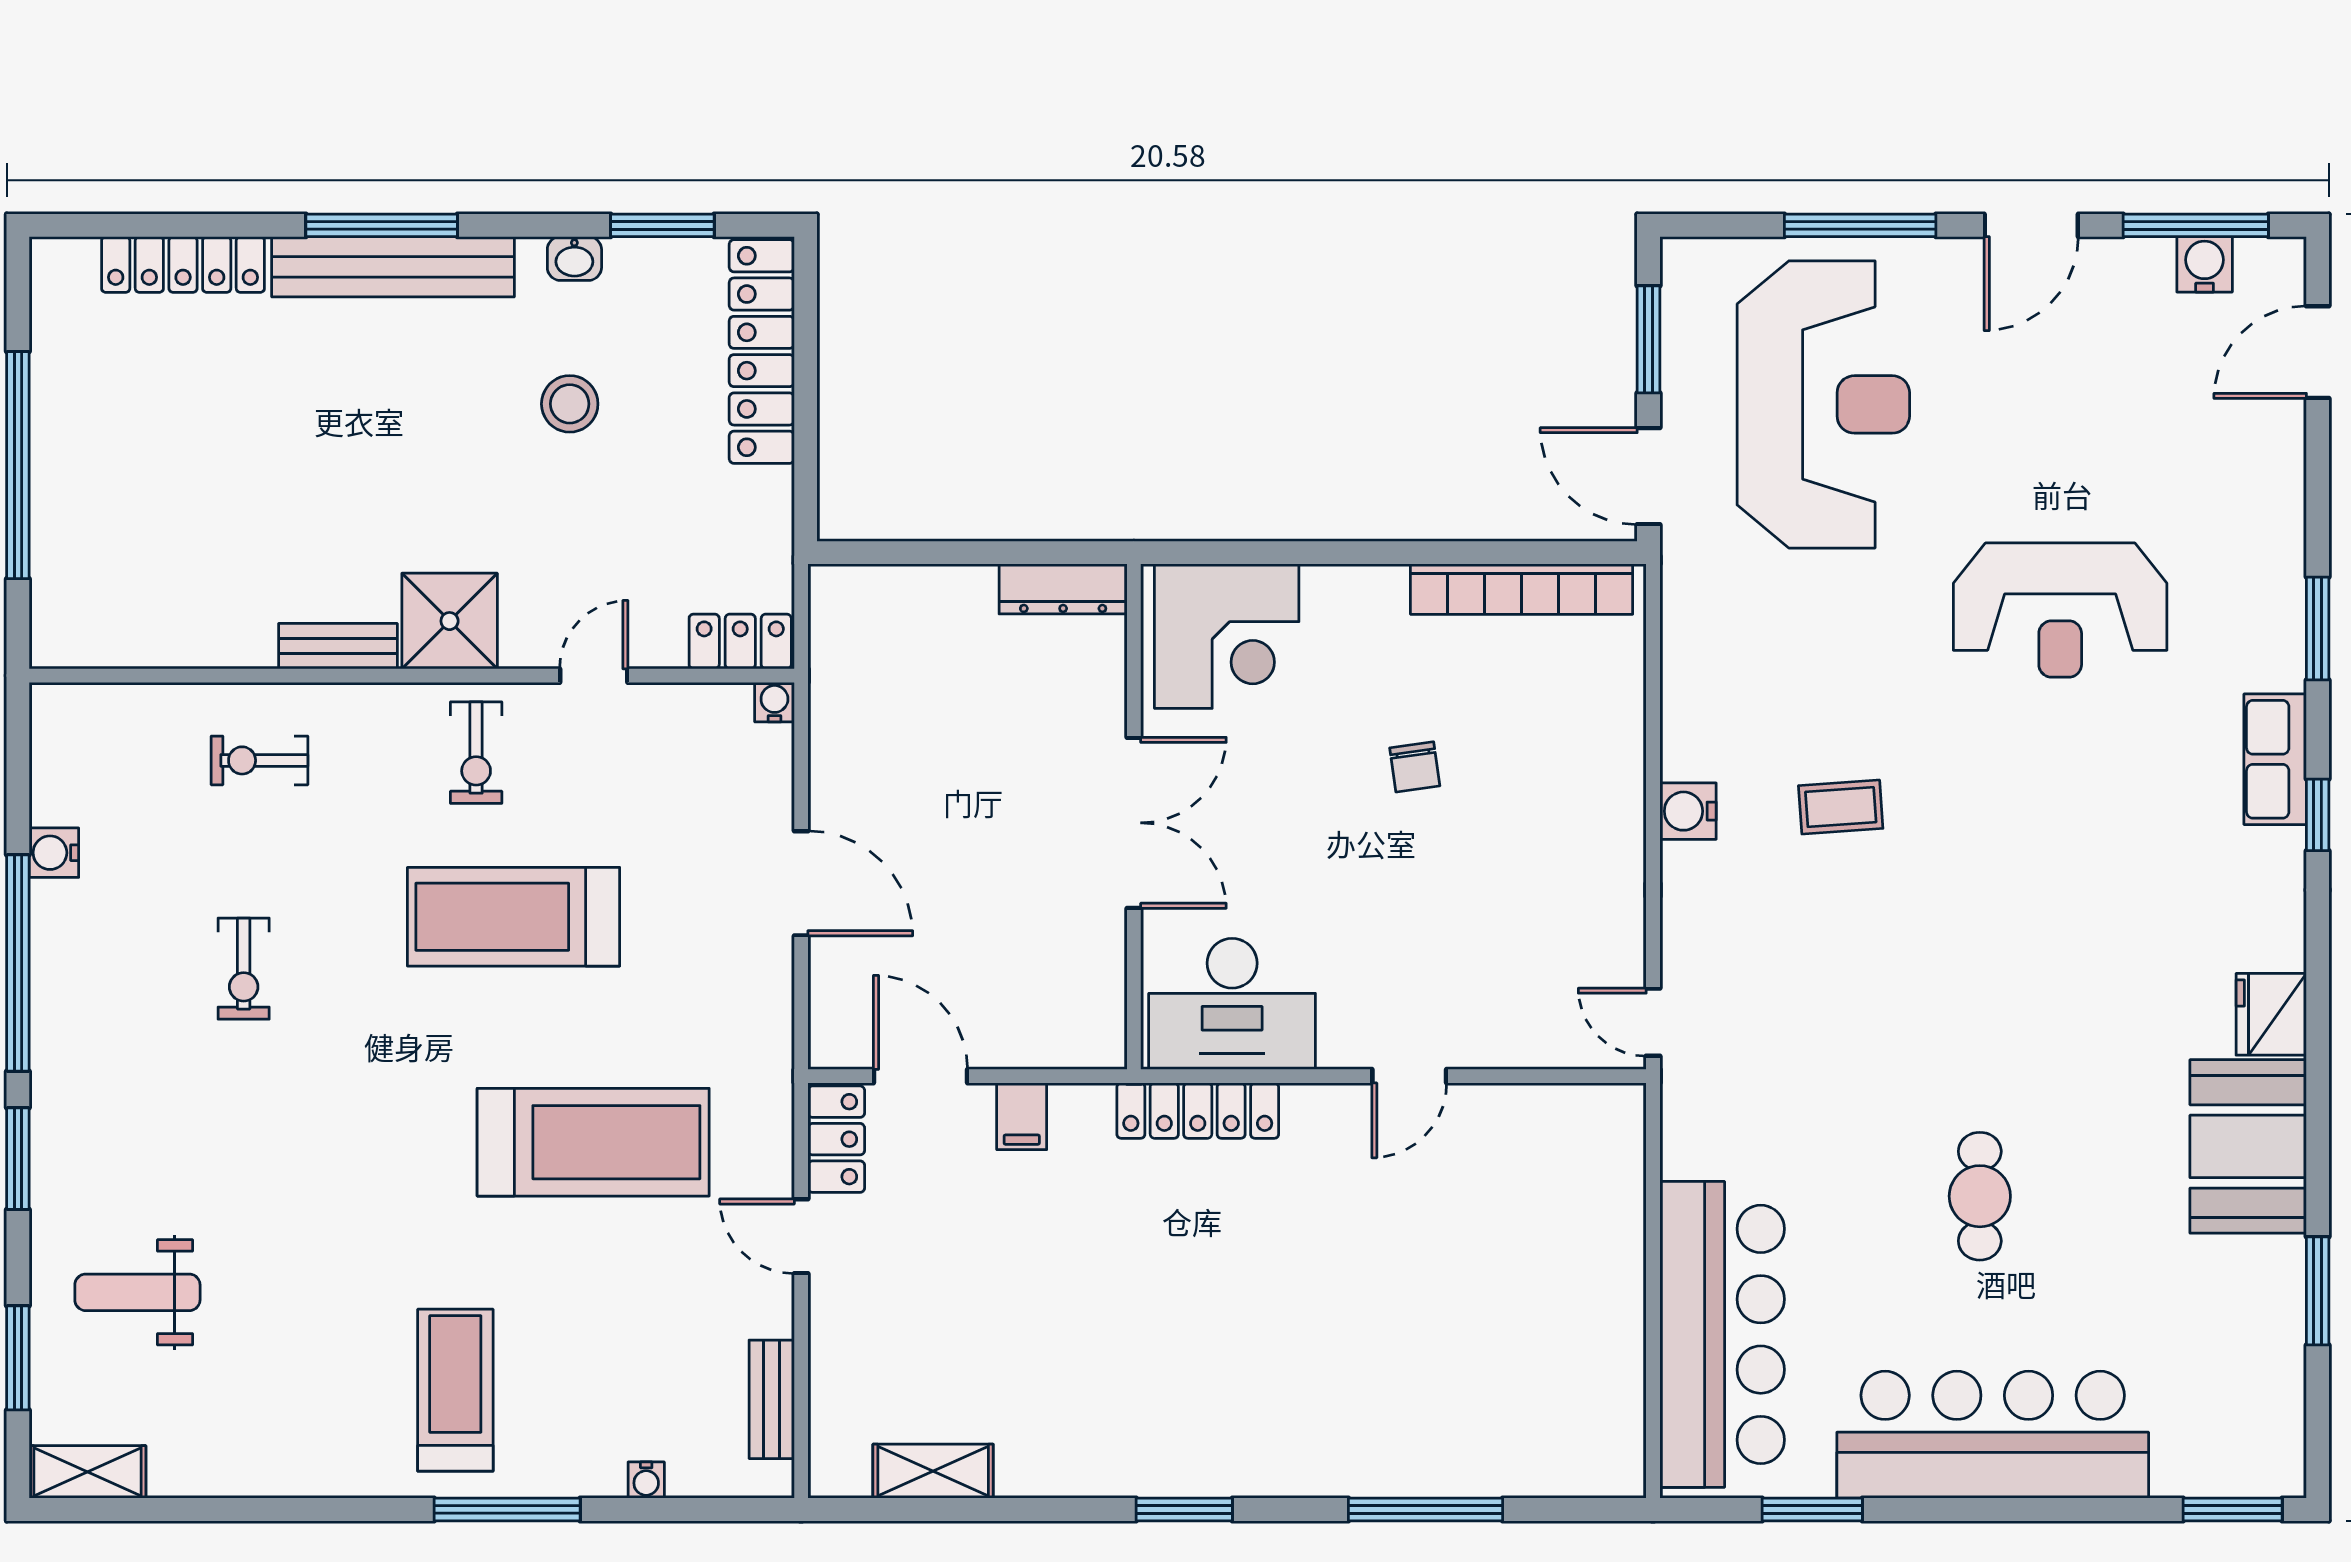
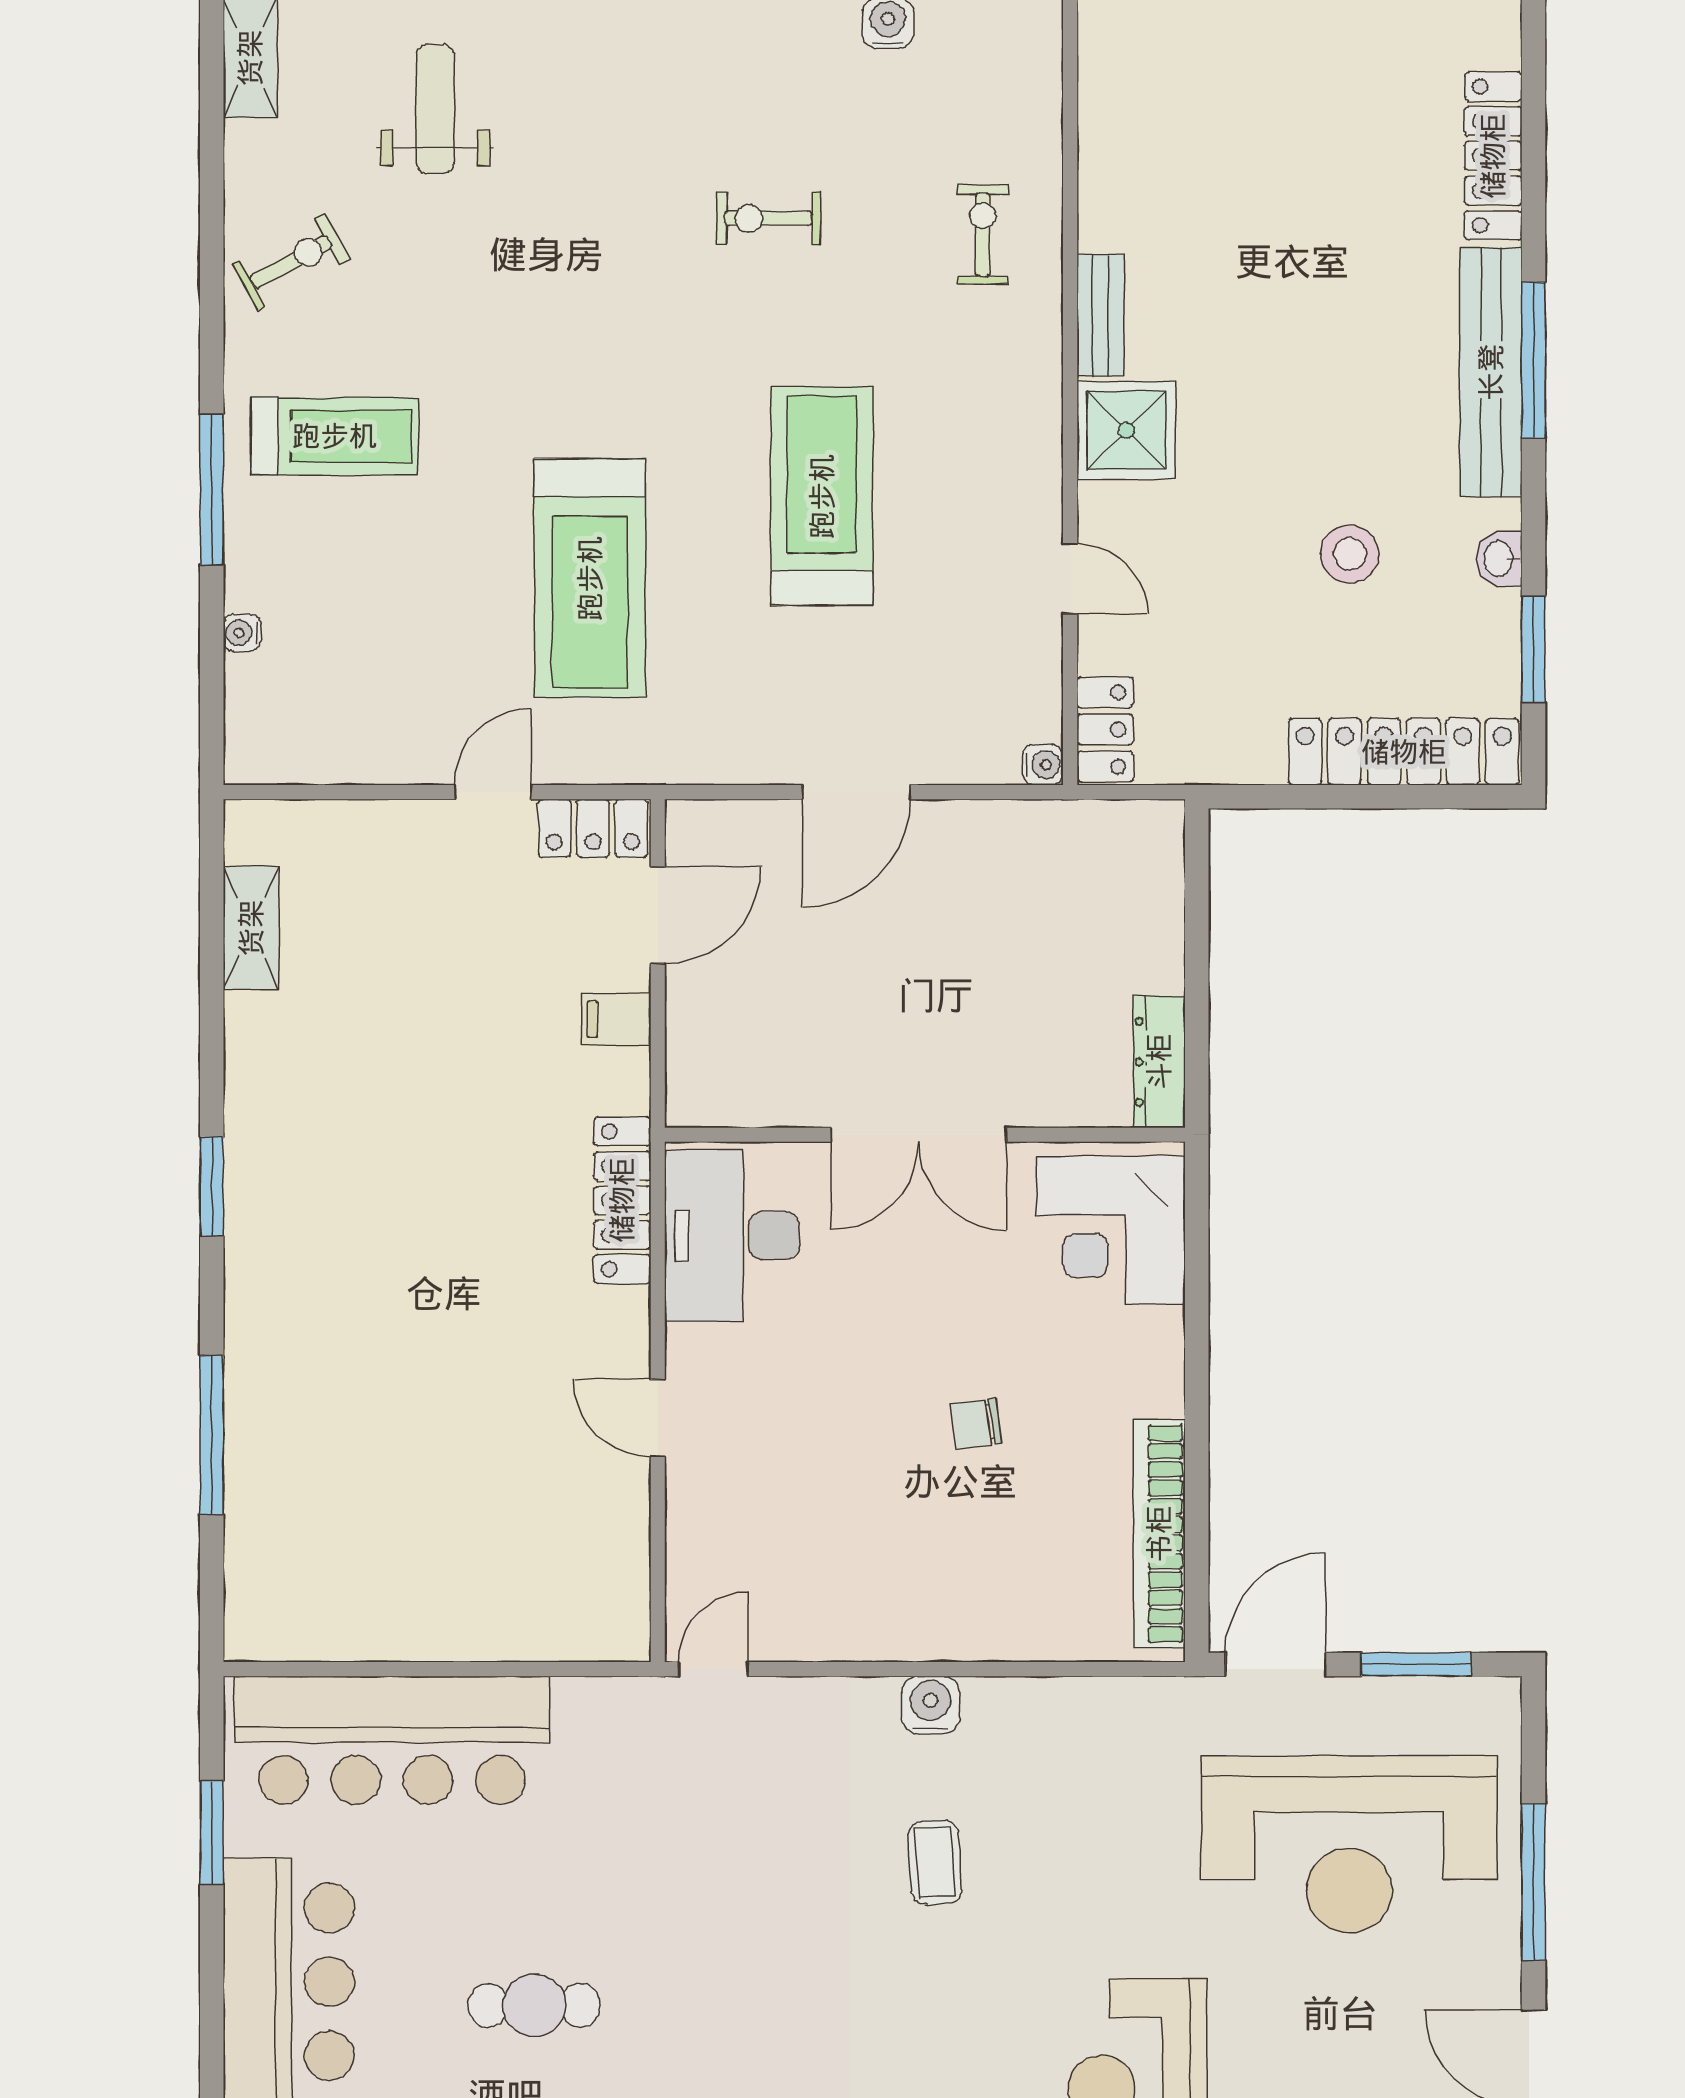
exercise bike: (476, 753) -> (291, 262), moved, turned 151
bench: (772, 1399) -> (325, 762), removed

